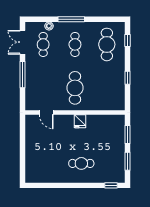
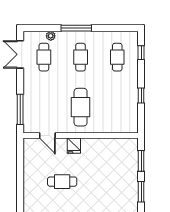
cafe table: (107, 44) -> (117, 57), width x0.73, depth x0.74
window: (22, 75) -> (20, 109), moved
fridge: (80, 121) -> (74, 146), moved
cafe table: (81, 163) -> (62, 182), moved

